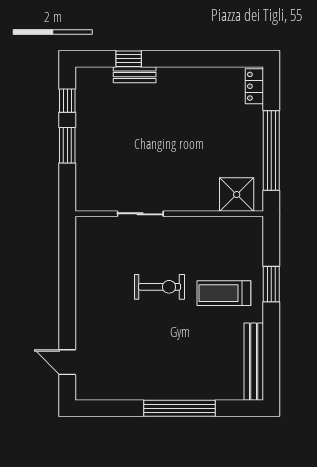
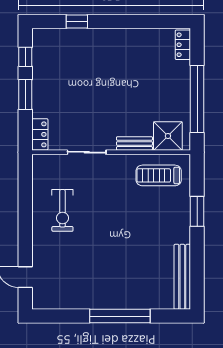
bench: (135, 75) -> (134, 143), moved
locker: (85, 193) -> (40, 134), added
exercise bike: (160, 287) -> (62, 210), moved, turned 90
treadmill: (224, 293) -> (159, 175), moved

